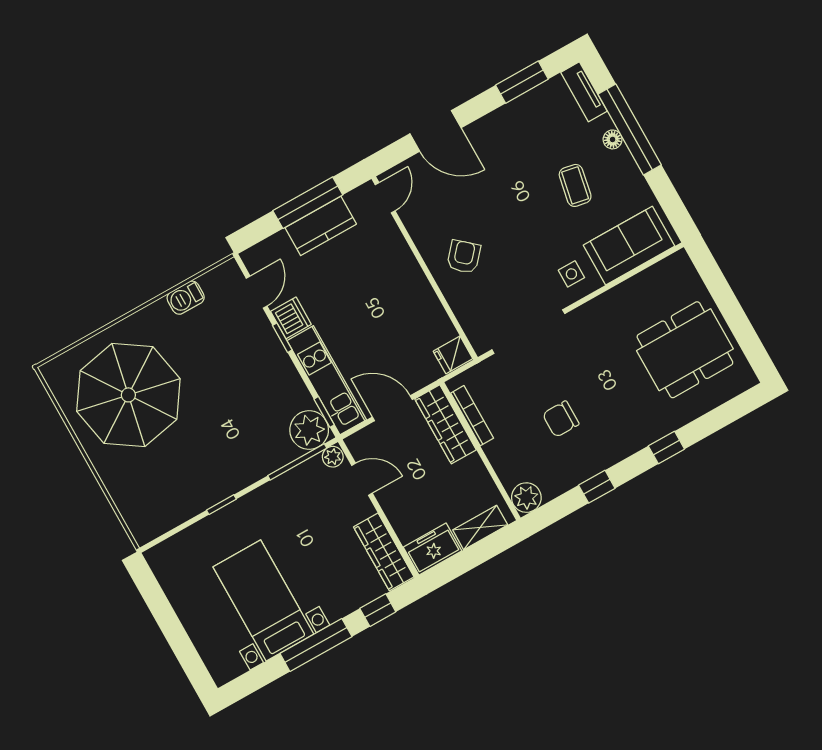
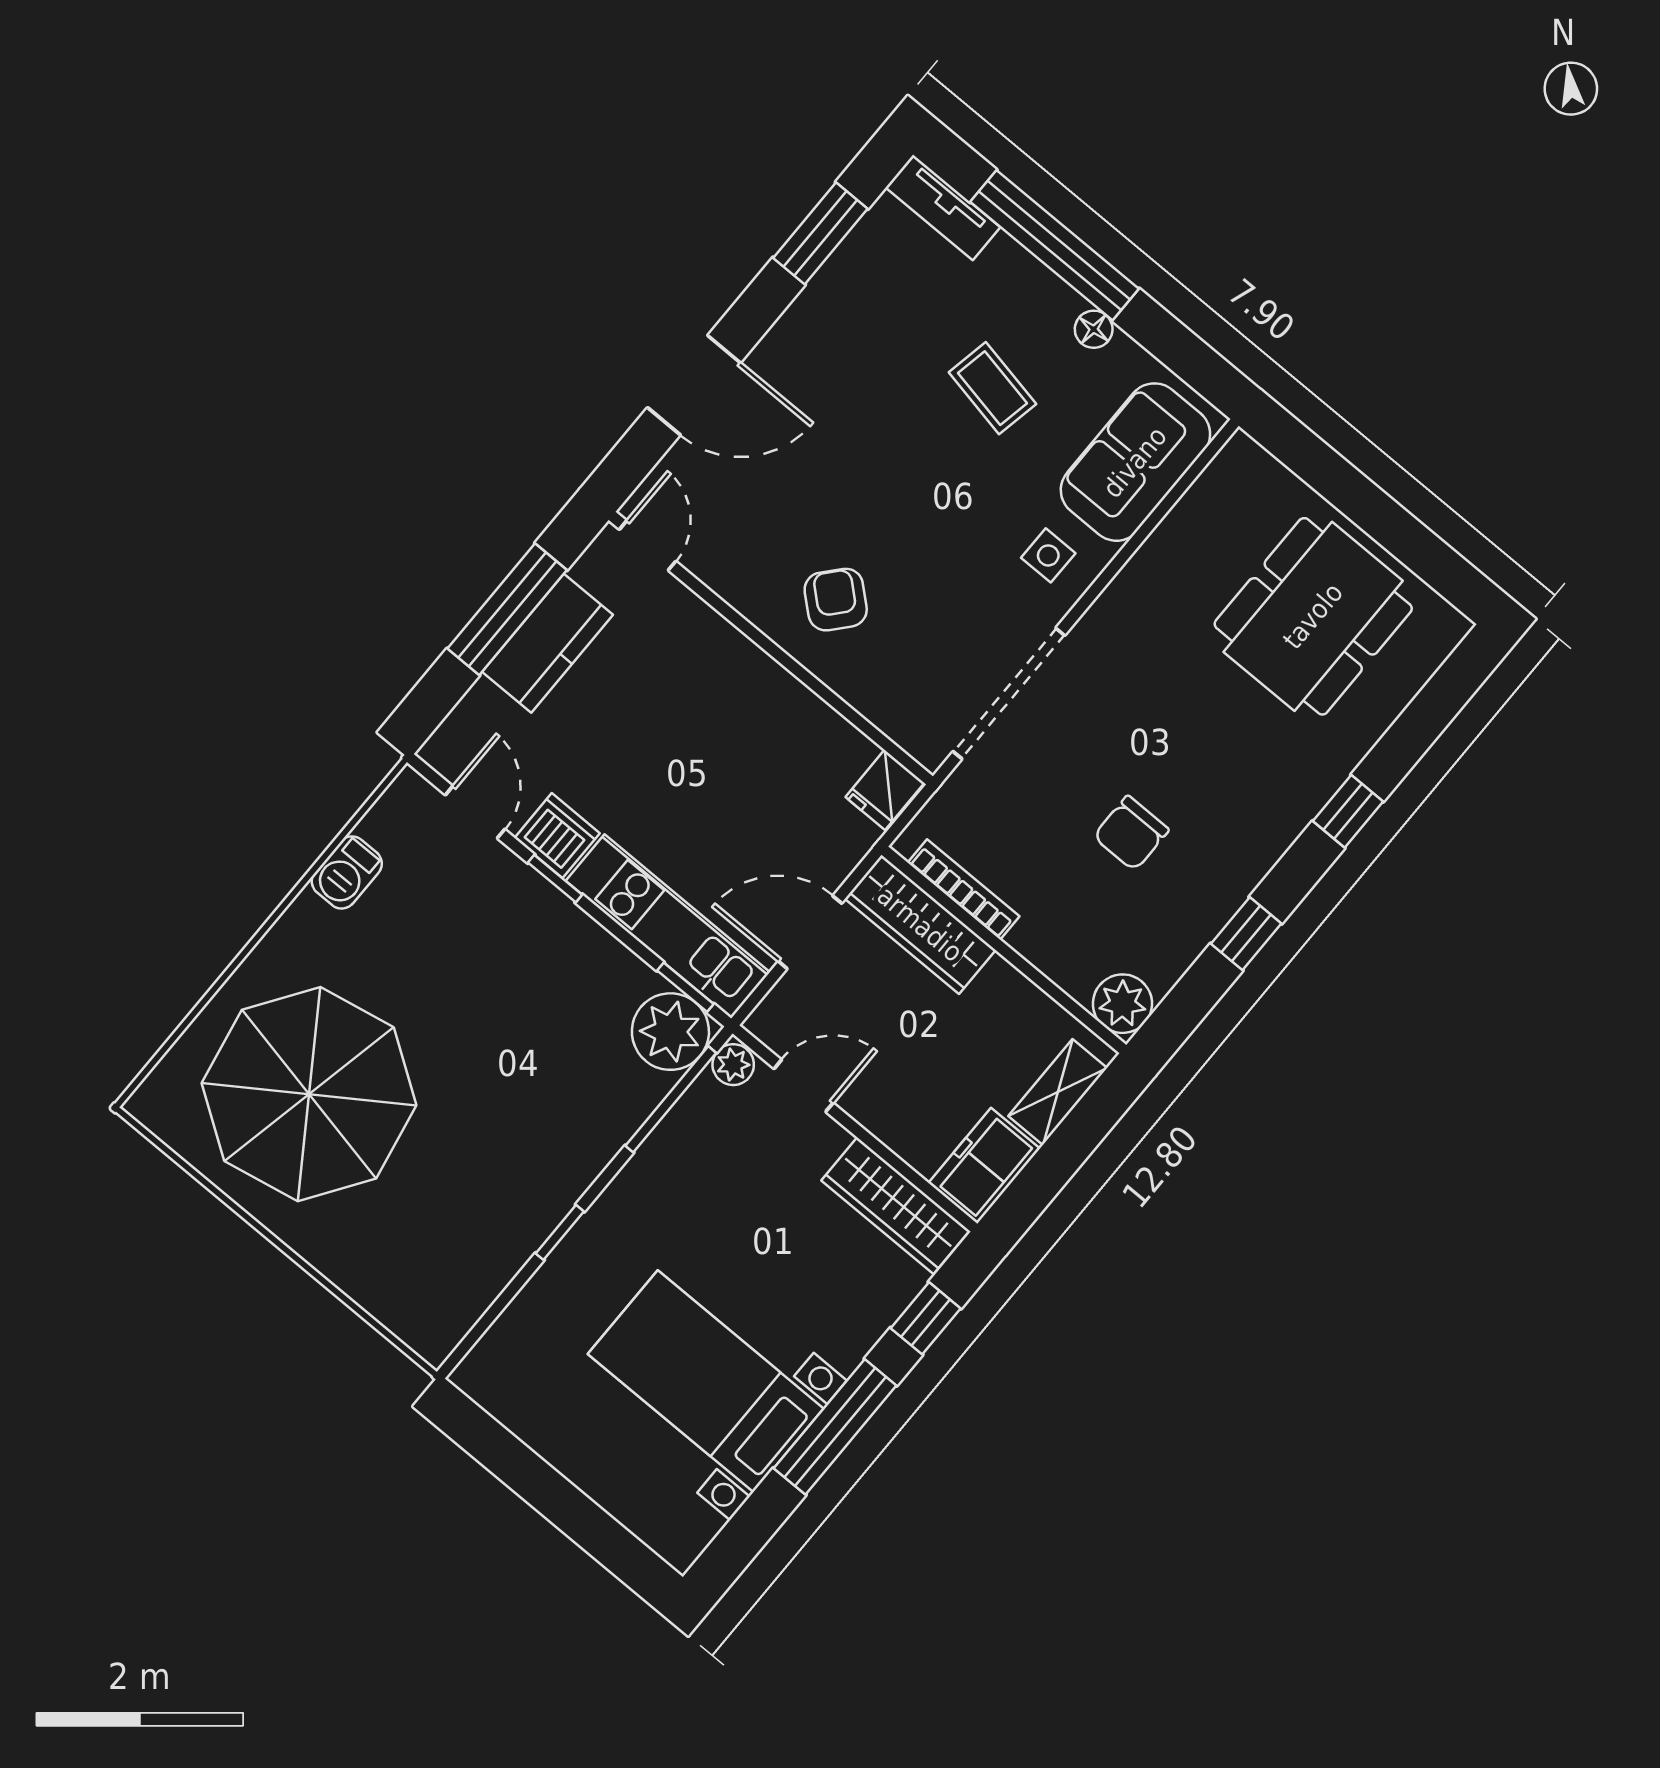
floor lamp: (613, 139) -> (1094, 329), moved

